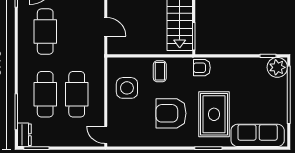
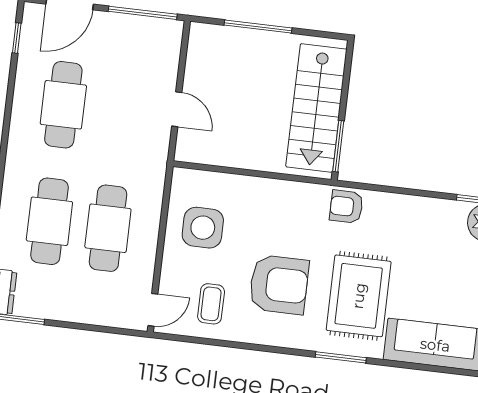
coffee table: (160, 71) -> (211, 304), moved
armchair: (171, 113) -> (279, 285), turned 180
door: (106, 135) -> (153, 310), swing flipped

